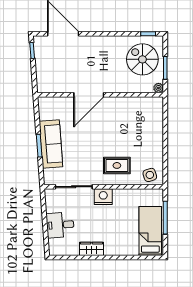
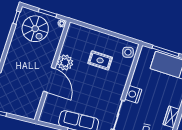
spiral stairs: (142, 59) -> (35, 29), turned -90
plant: (115, 106) -> (65, 62), added
rug: (117, 165) -> (100, 60), moved, turned 90

